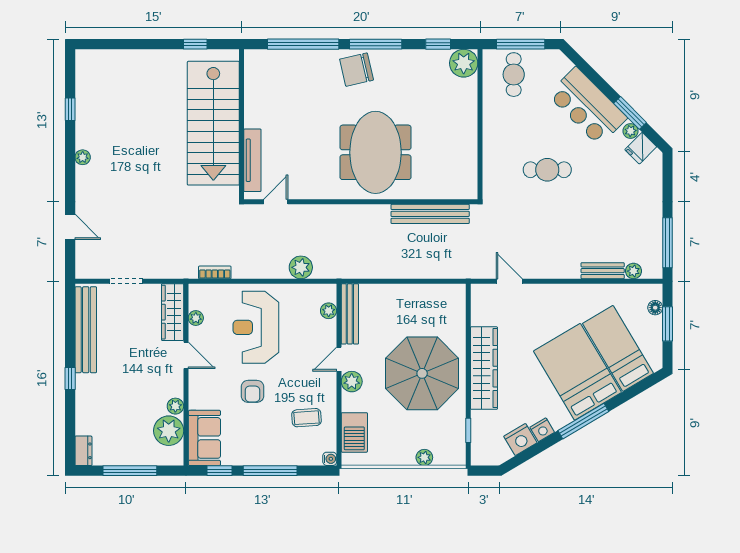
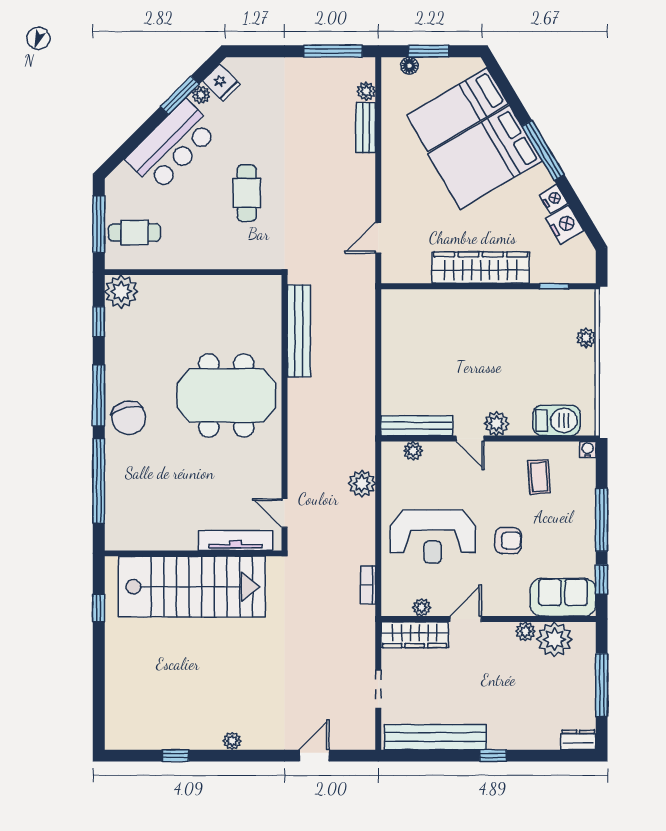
parasol: (422, 373) -> (487, 341), removed

